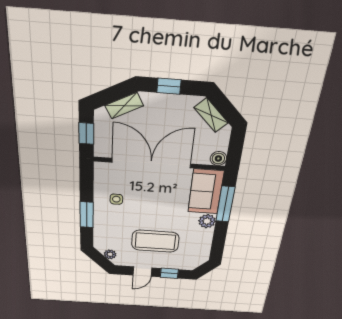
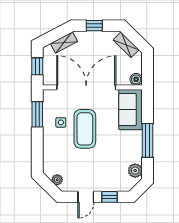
window: (225, 204) -> (147, 140), moved
window: (87, 215) -> (37, 114), moved
plant: (207, 221) -> (135, 171), moved
coffee table: (155, 241) -> (85, 129), moved, turned 90

